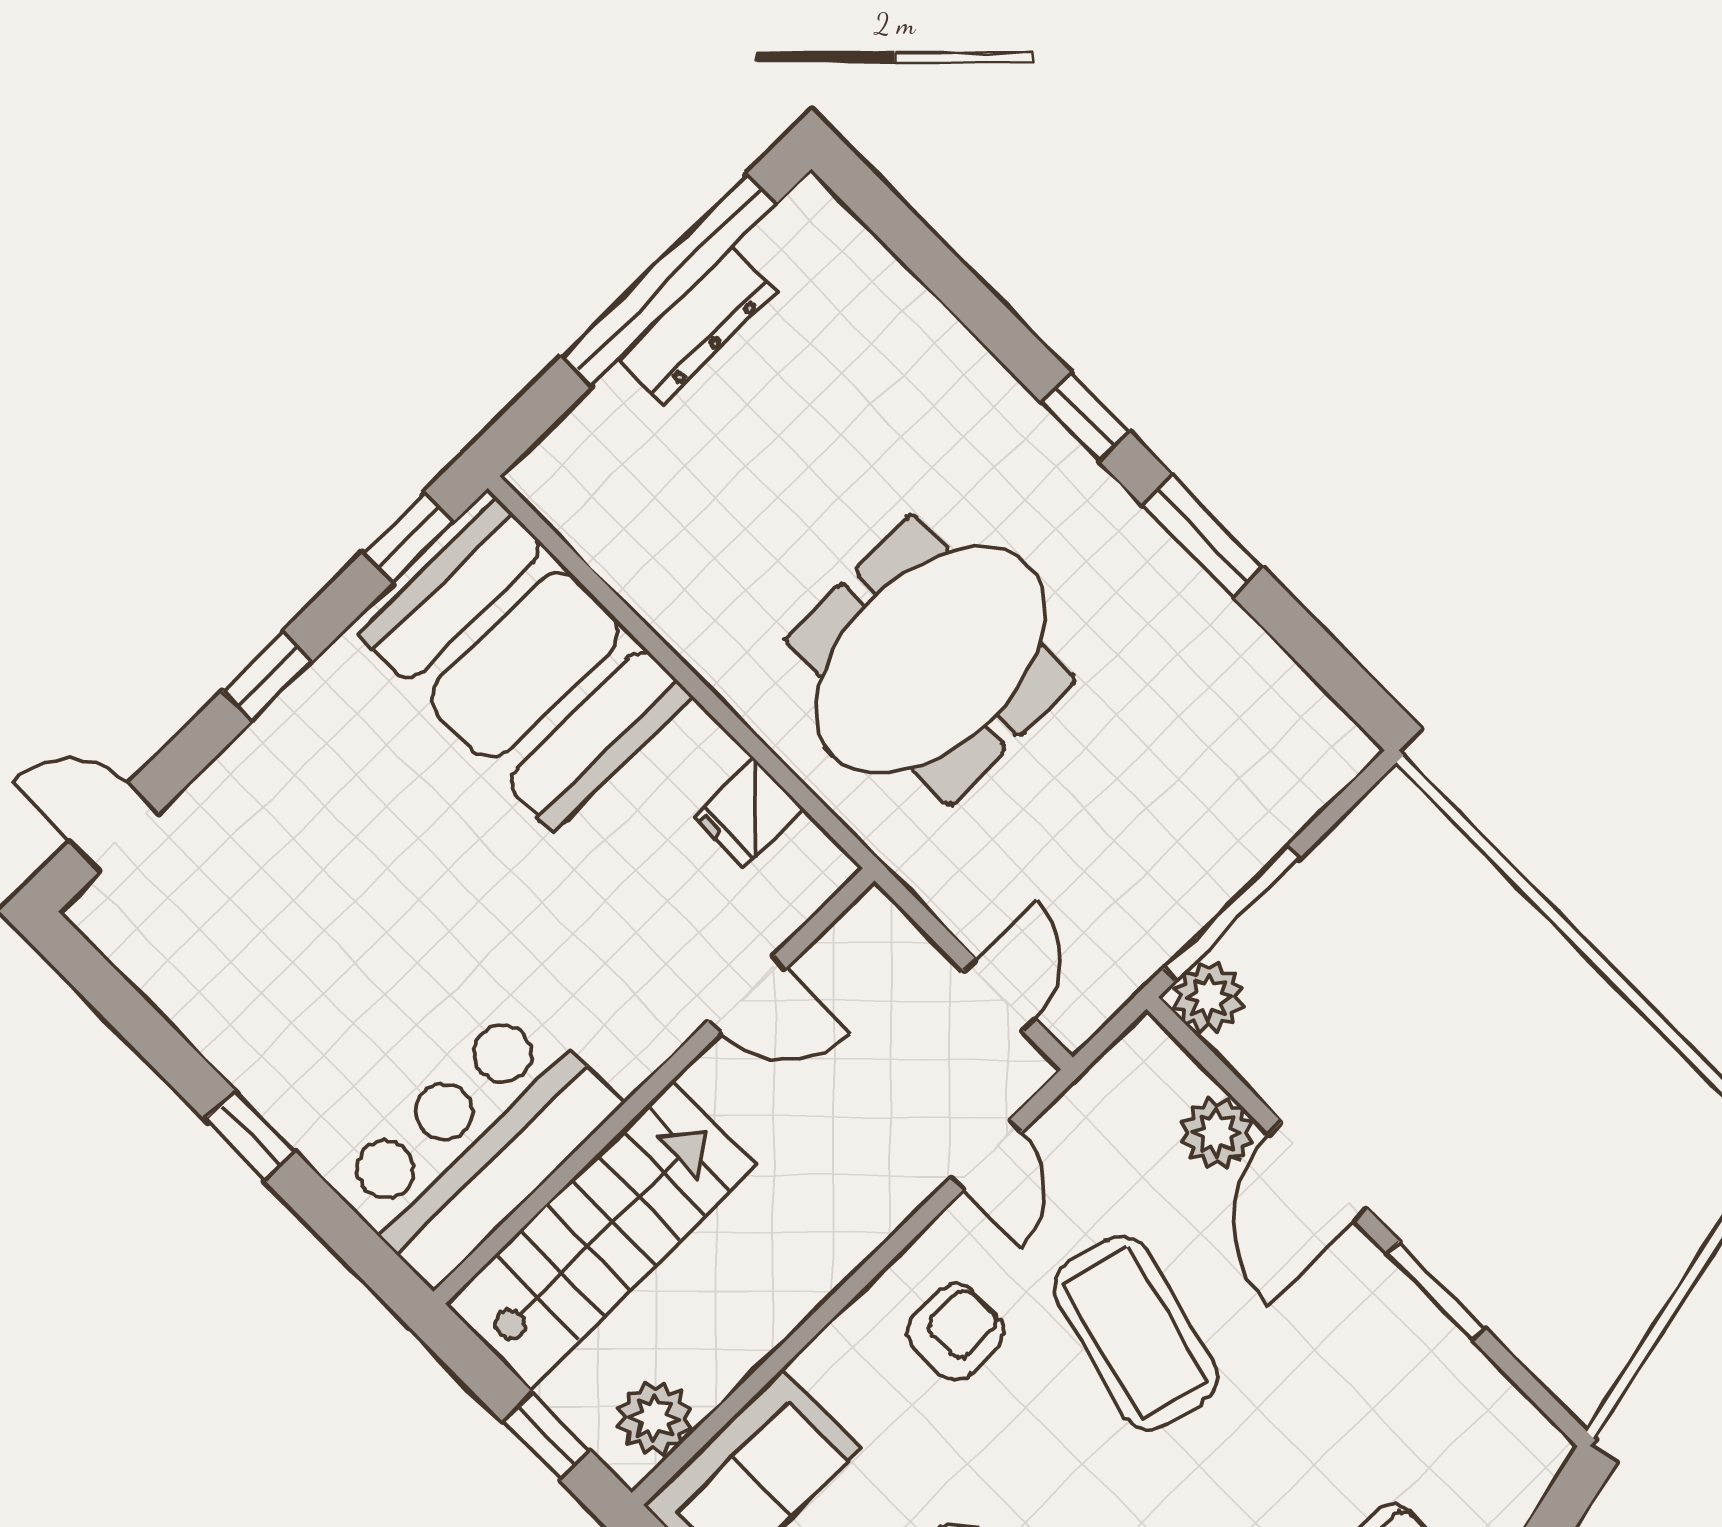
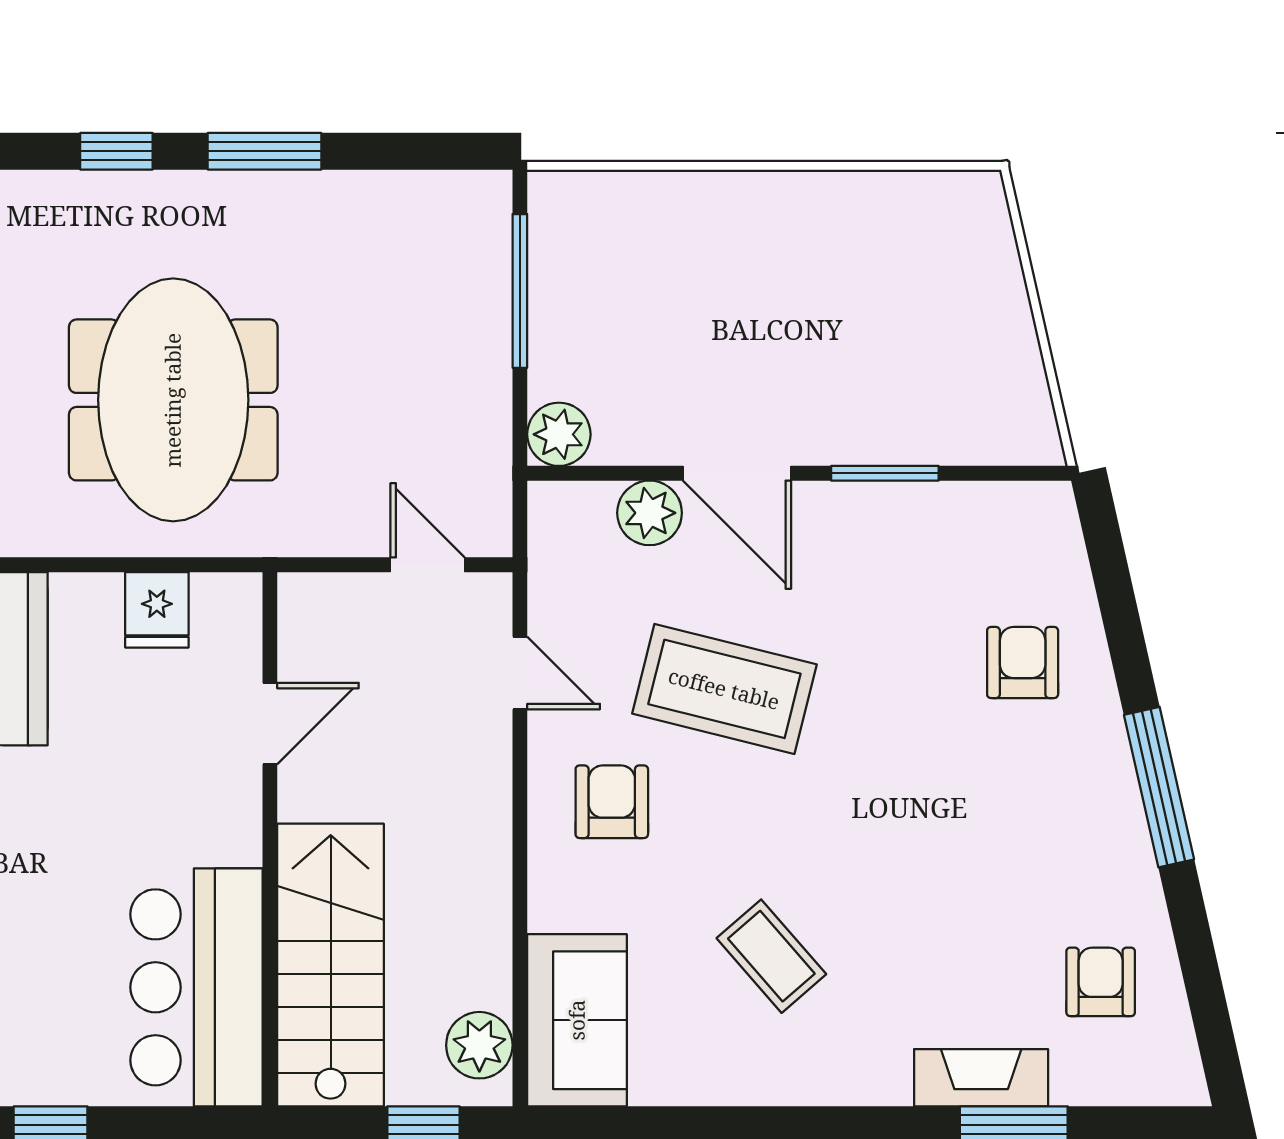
window: (1232, 913) -> (520, 291), moved

